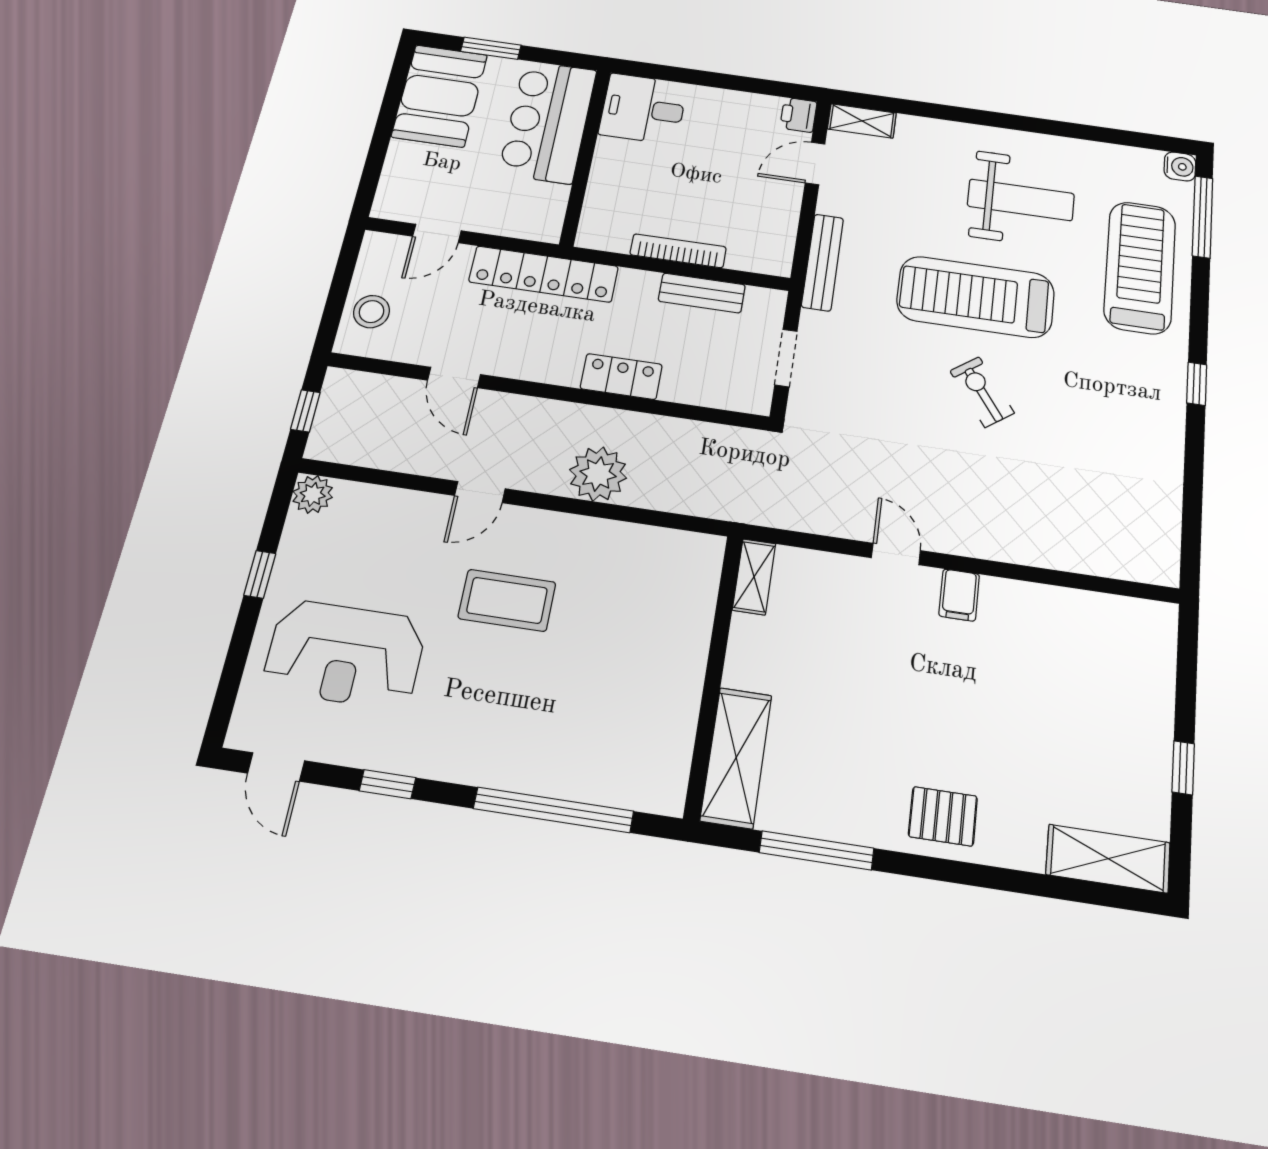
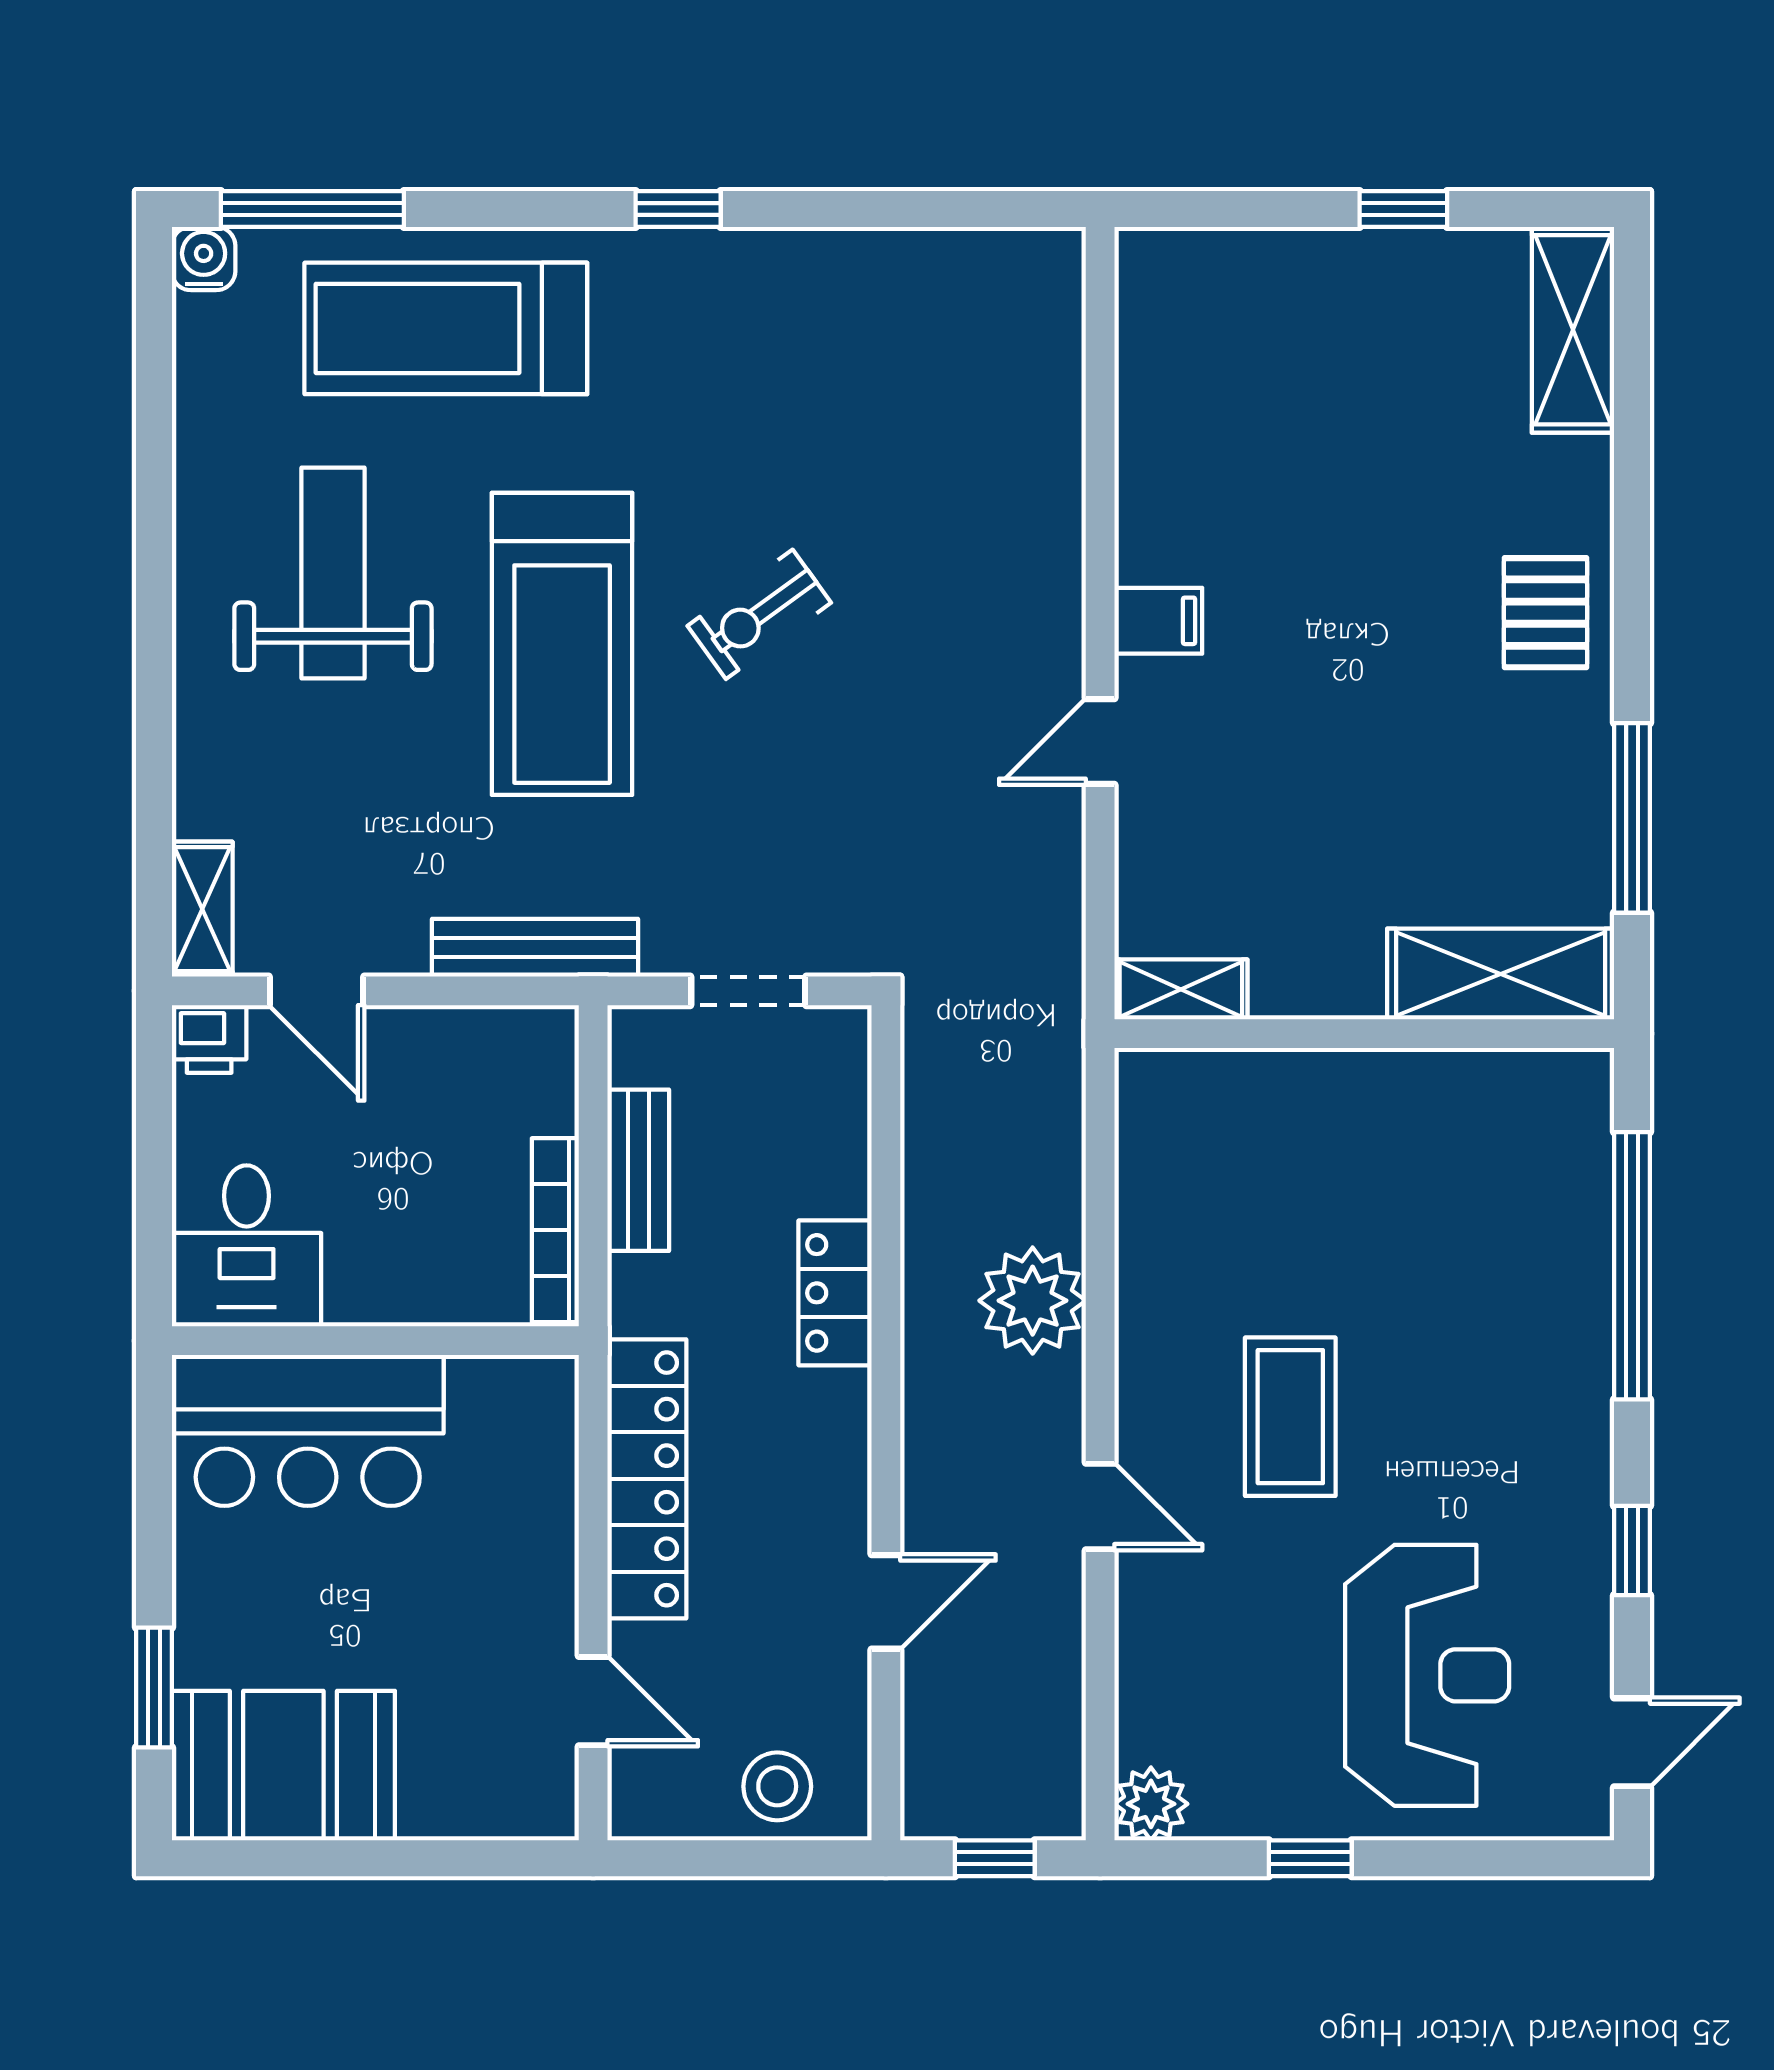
desk: (643, 109) -> (247, 1246), moved
bar counter: (548, 122) -> (308, 1430), moved
wall: (585, 156) -> (375, 1341), moved

